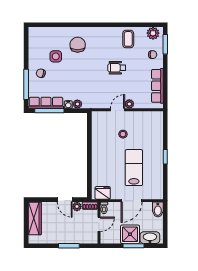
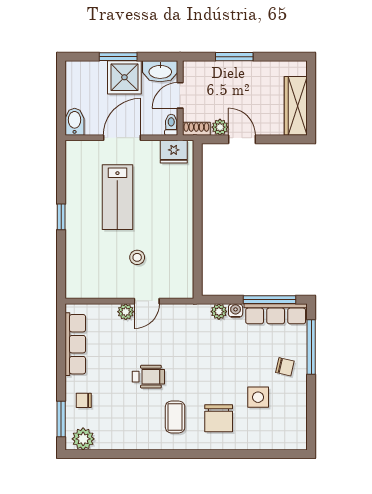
coffee table: (128, 39) -> (175, 417), moved
washbasin: (150, 238) -> (160, 71), moved

